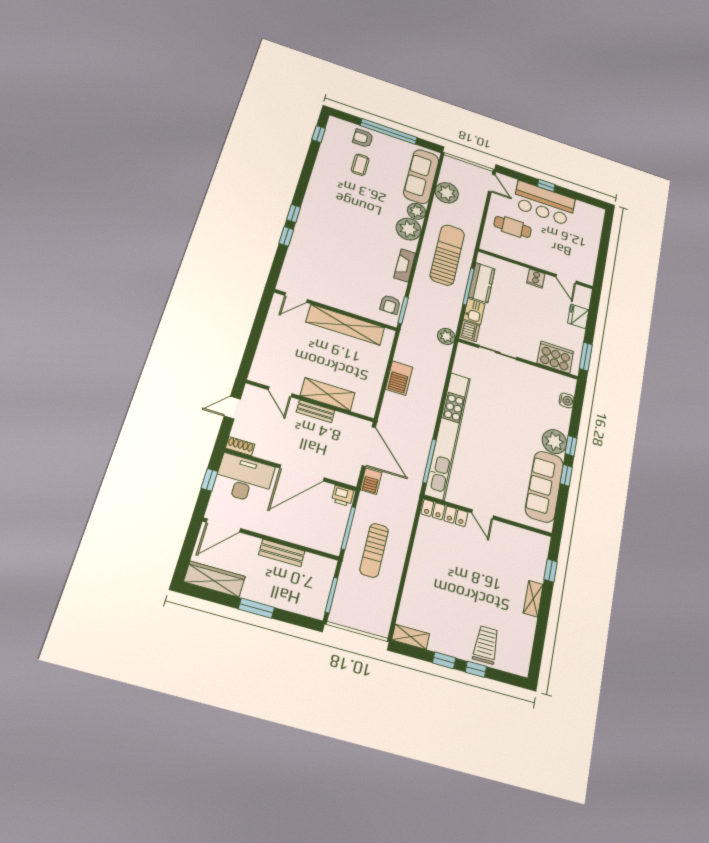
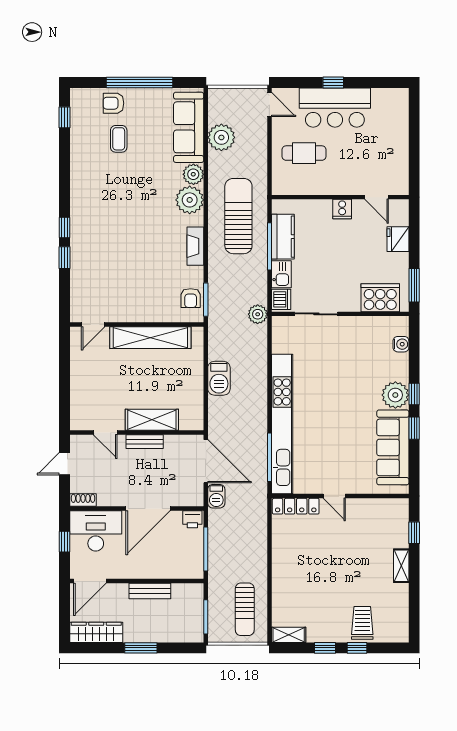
sun lounger: (374, 550) -> (245, 609), moved

